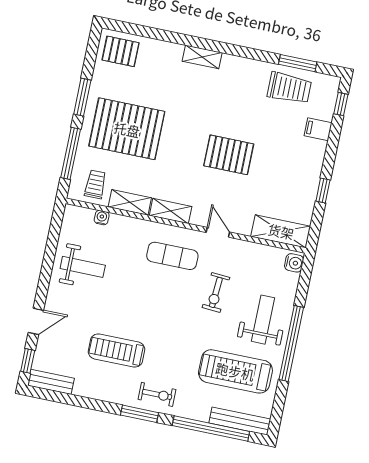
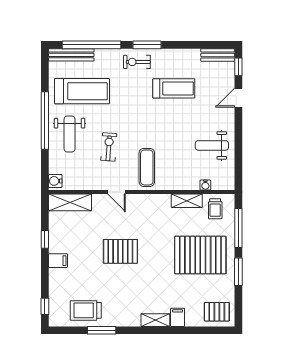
filing cabinet: (173, 55) -> (178, 317), added
window: (298, 63) -> (102, 330), moved
filing cabinet: (318, 129) -> (58, 261), moved
shelving: (171, 211) -> (155, 201), removed
exercise mat: (172, 256) -> (147, 167), turned 90

